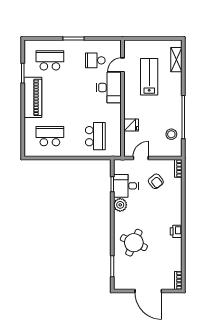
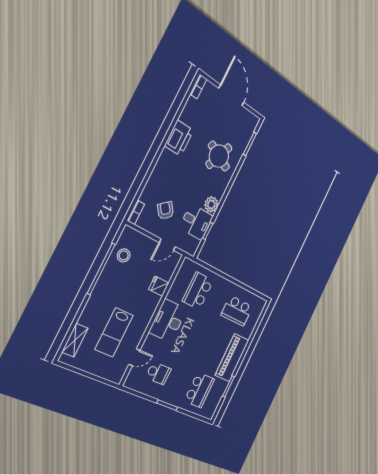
school desk: (50, 60) -> (199, 390), turned -90
desk: (109, 88) -> (168, 321), moved
printer: (176, 231) -> (179, 138), width x1.87, depth x1.48

